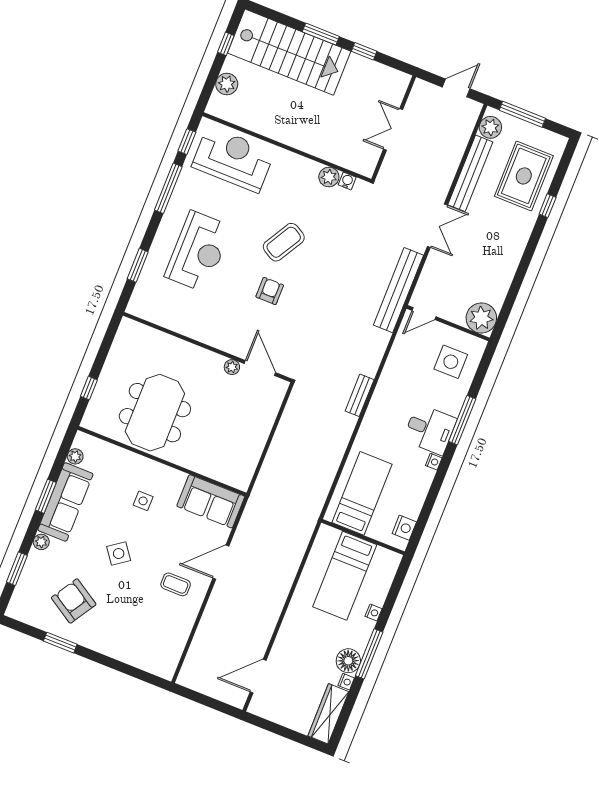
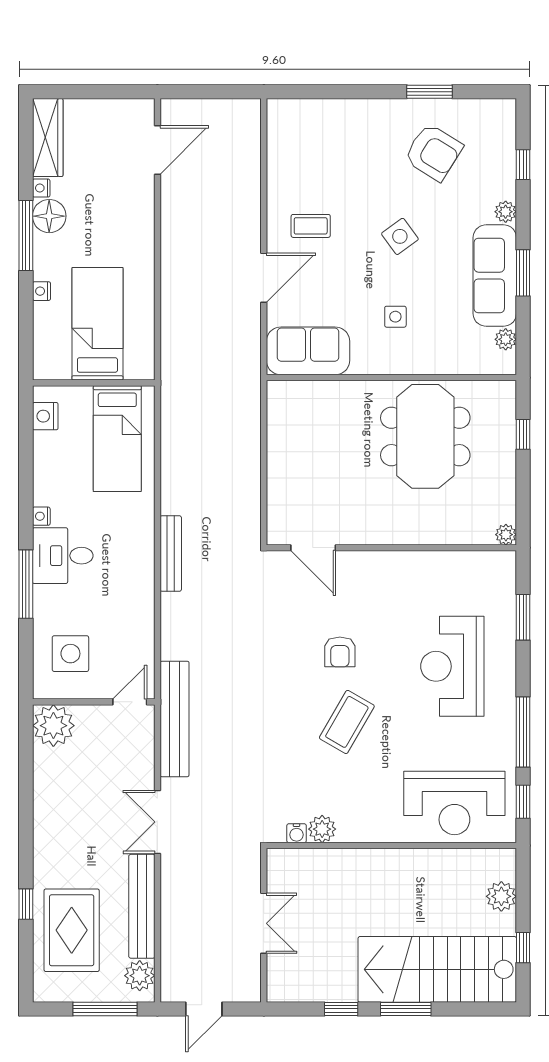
plant: (232, 367) -> (506, 535), moved
bench: (360, 395) -> (171, 554), width x1.36
window: (17, 569) -> (523, 165), width x0.67

